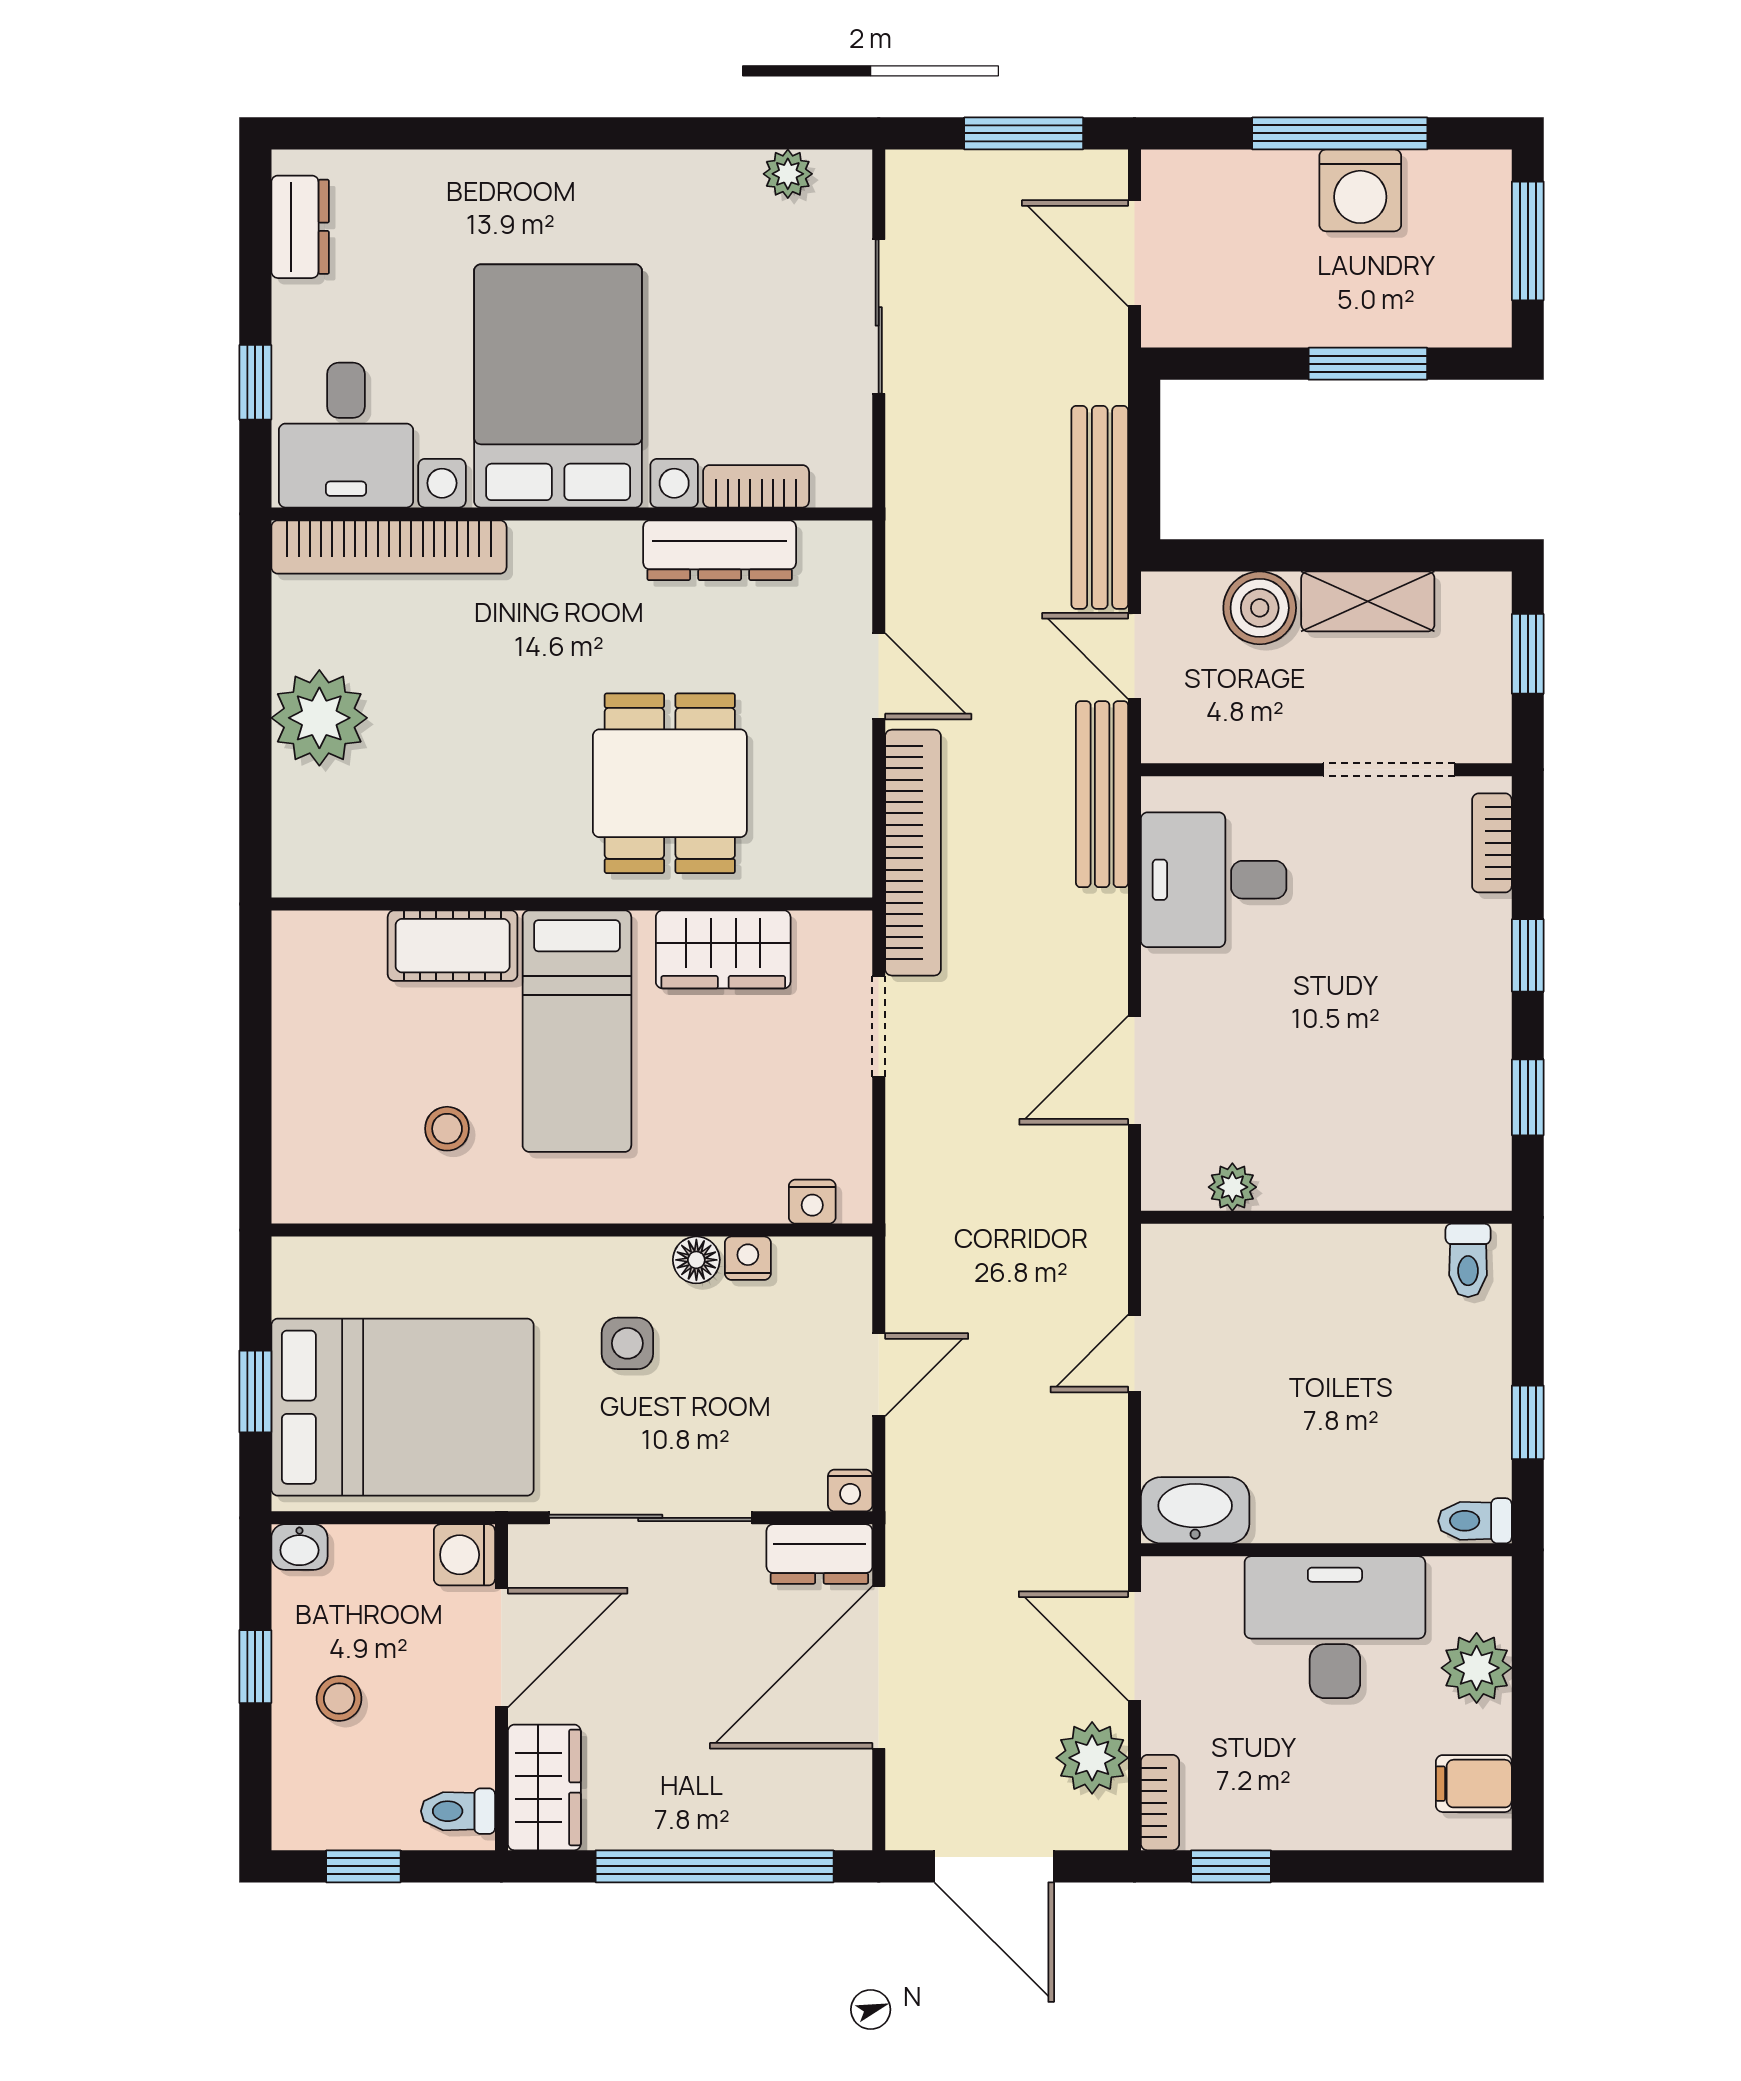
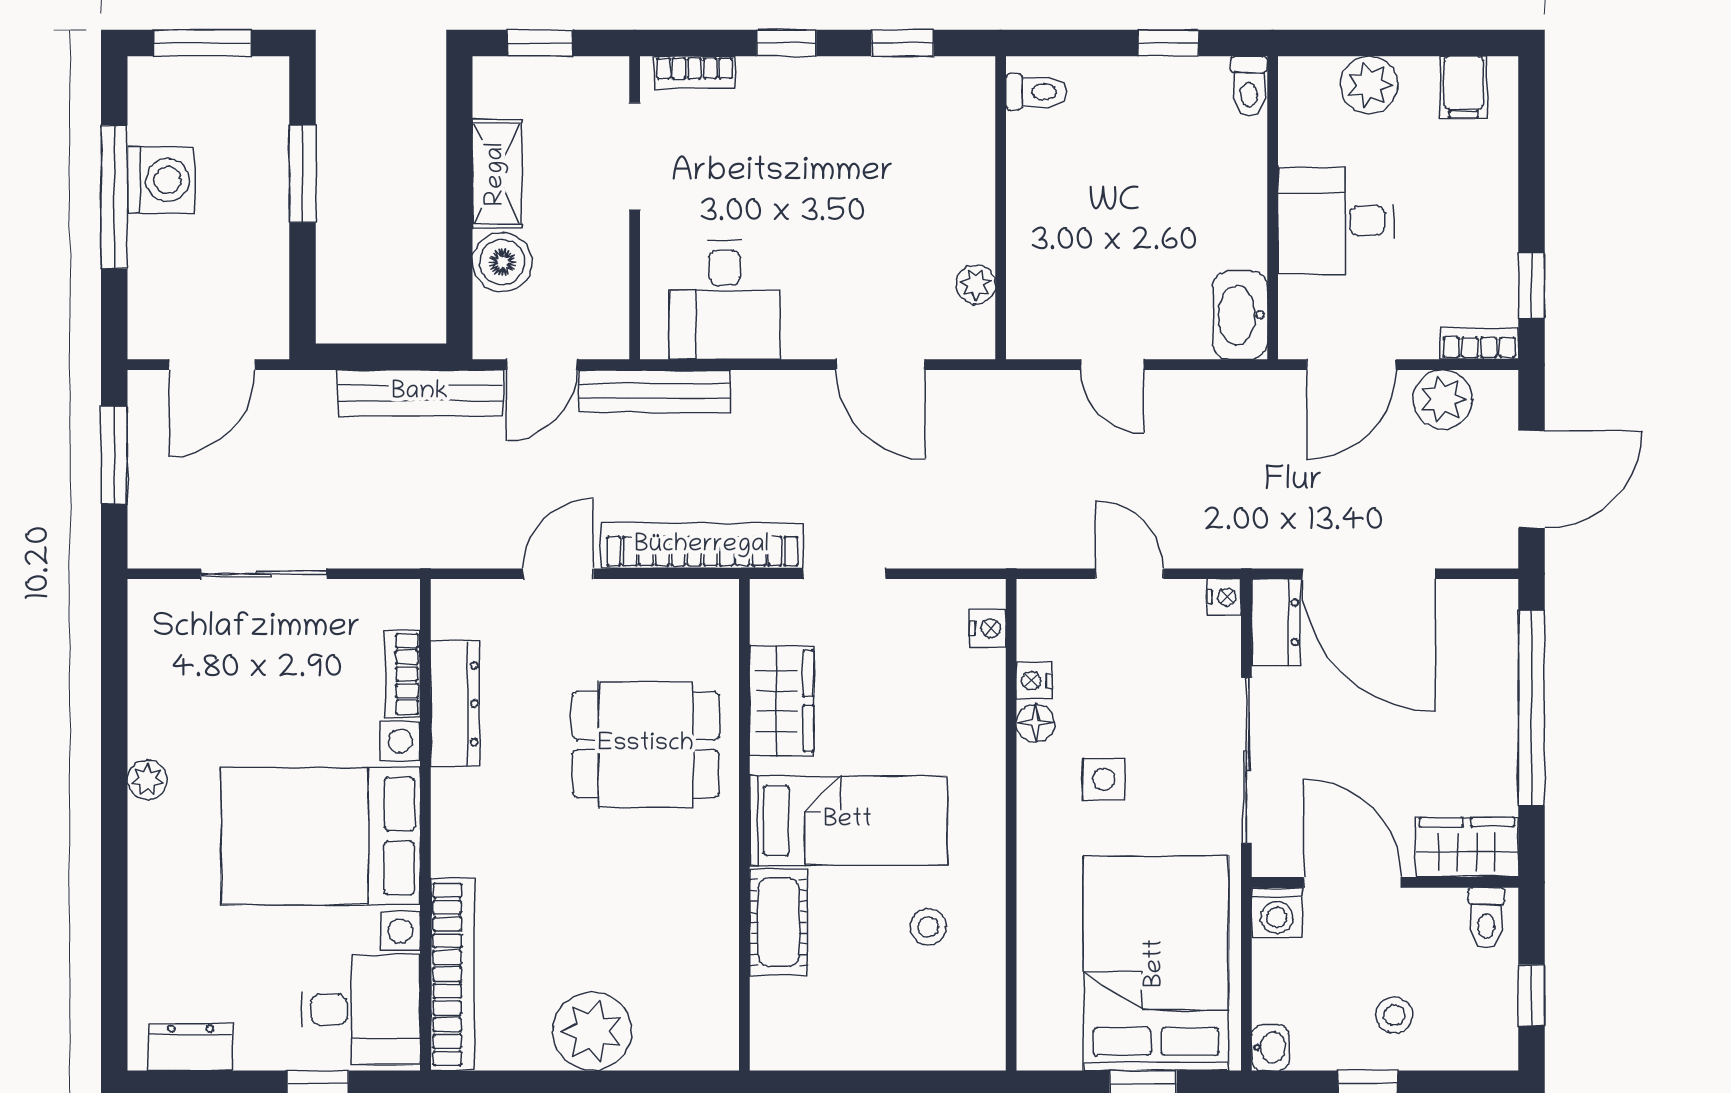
plant: (788, 174) -> (147, 780), moved
desk: (1335, 1627) -> (1336, 221), width x0.73

